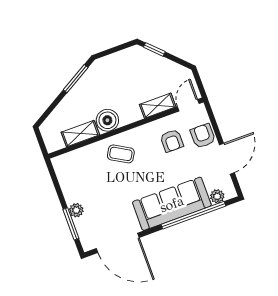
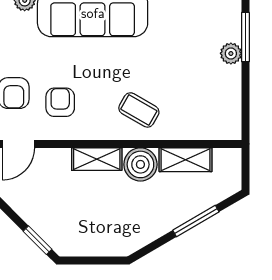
window: (76, 79) -> (196, 221), moved
shelving: (158, 106) -> (97, 159), moved

